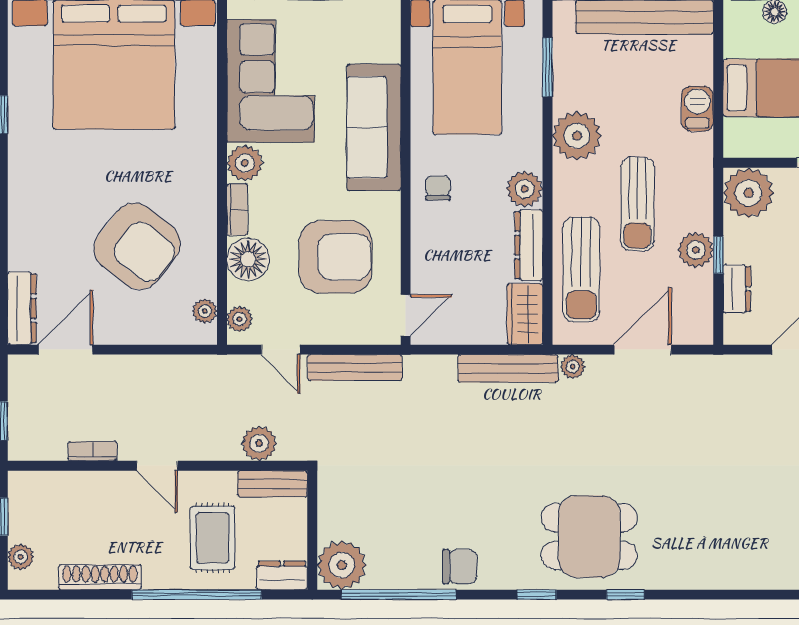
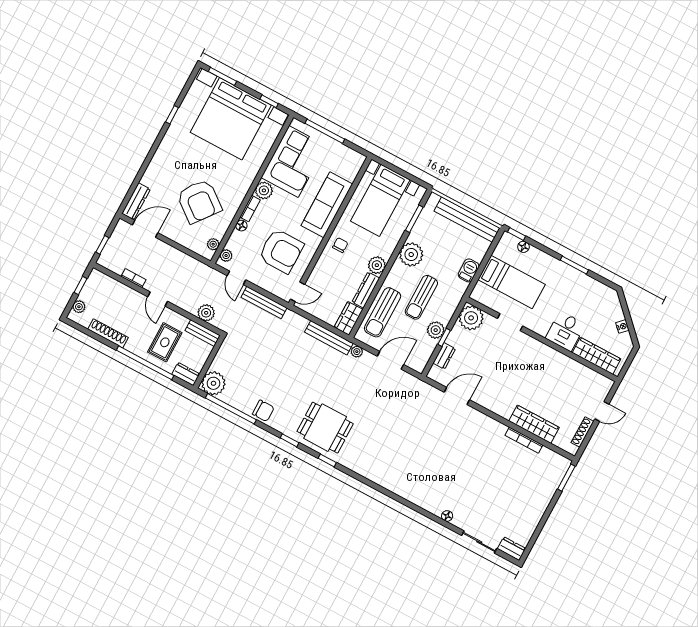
floor lamp: (248, 259) -> (241, 226), width x0.53, depth x0.53

